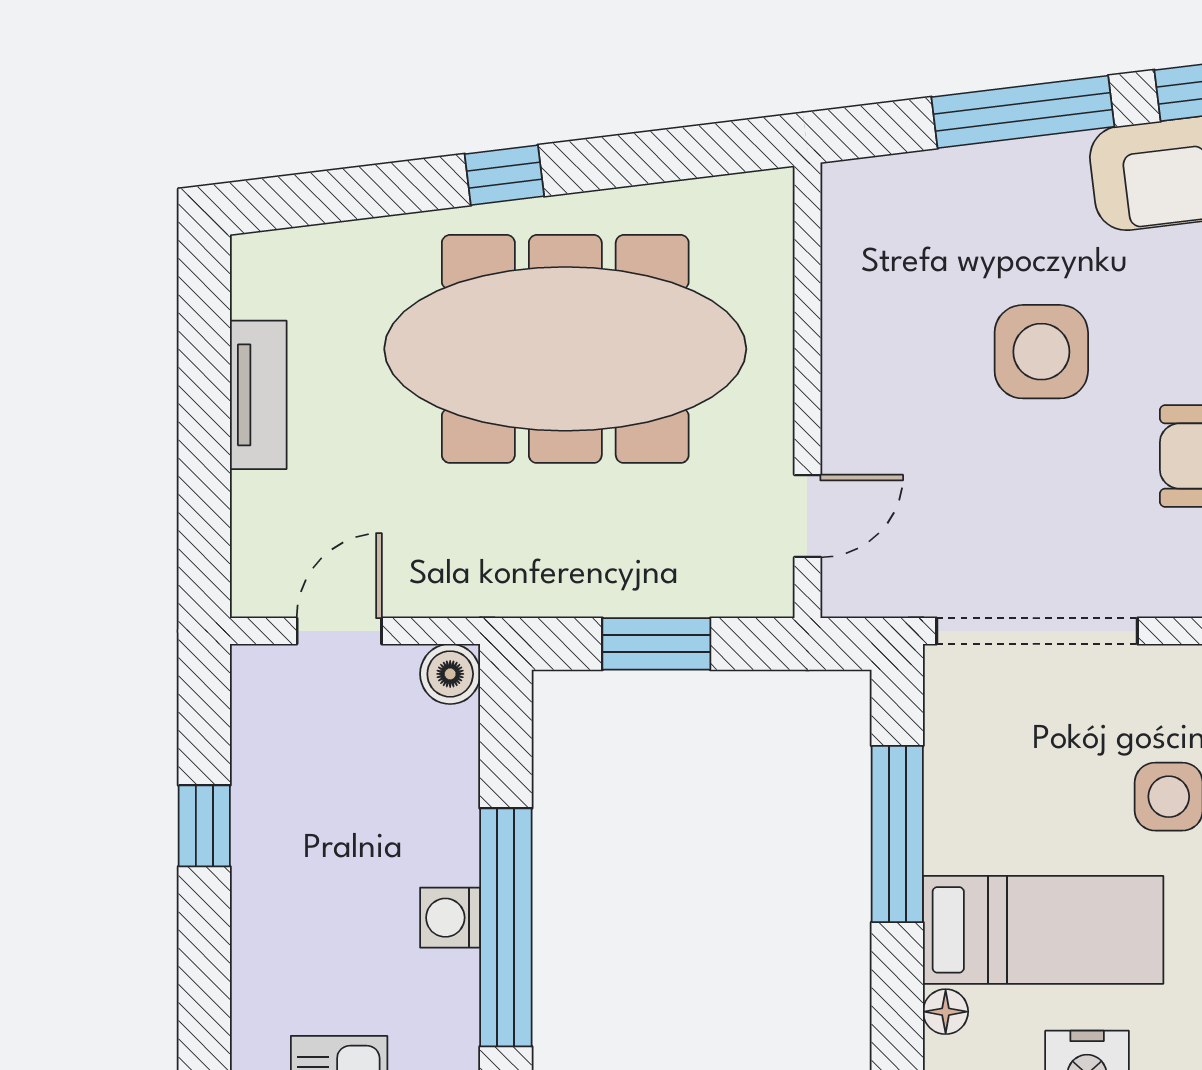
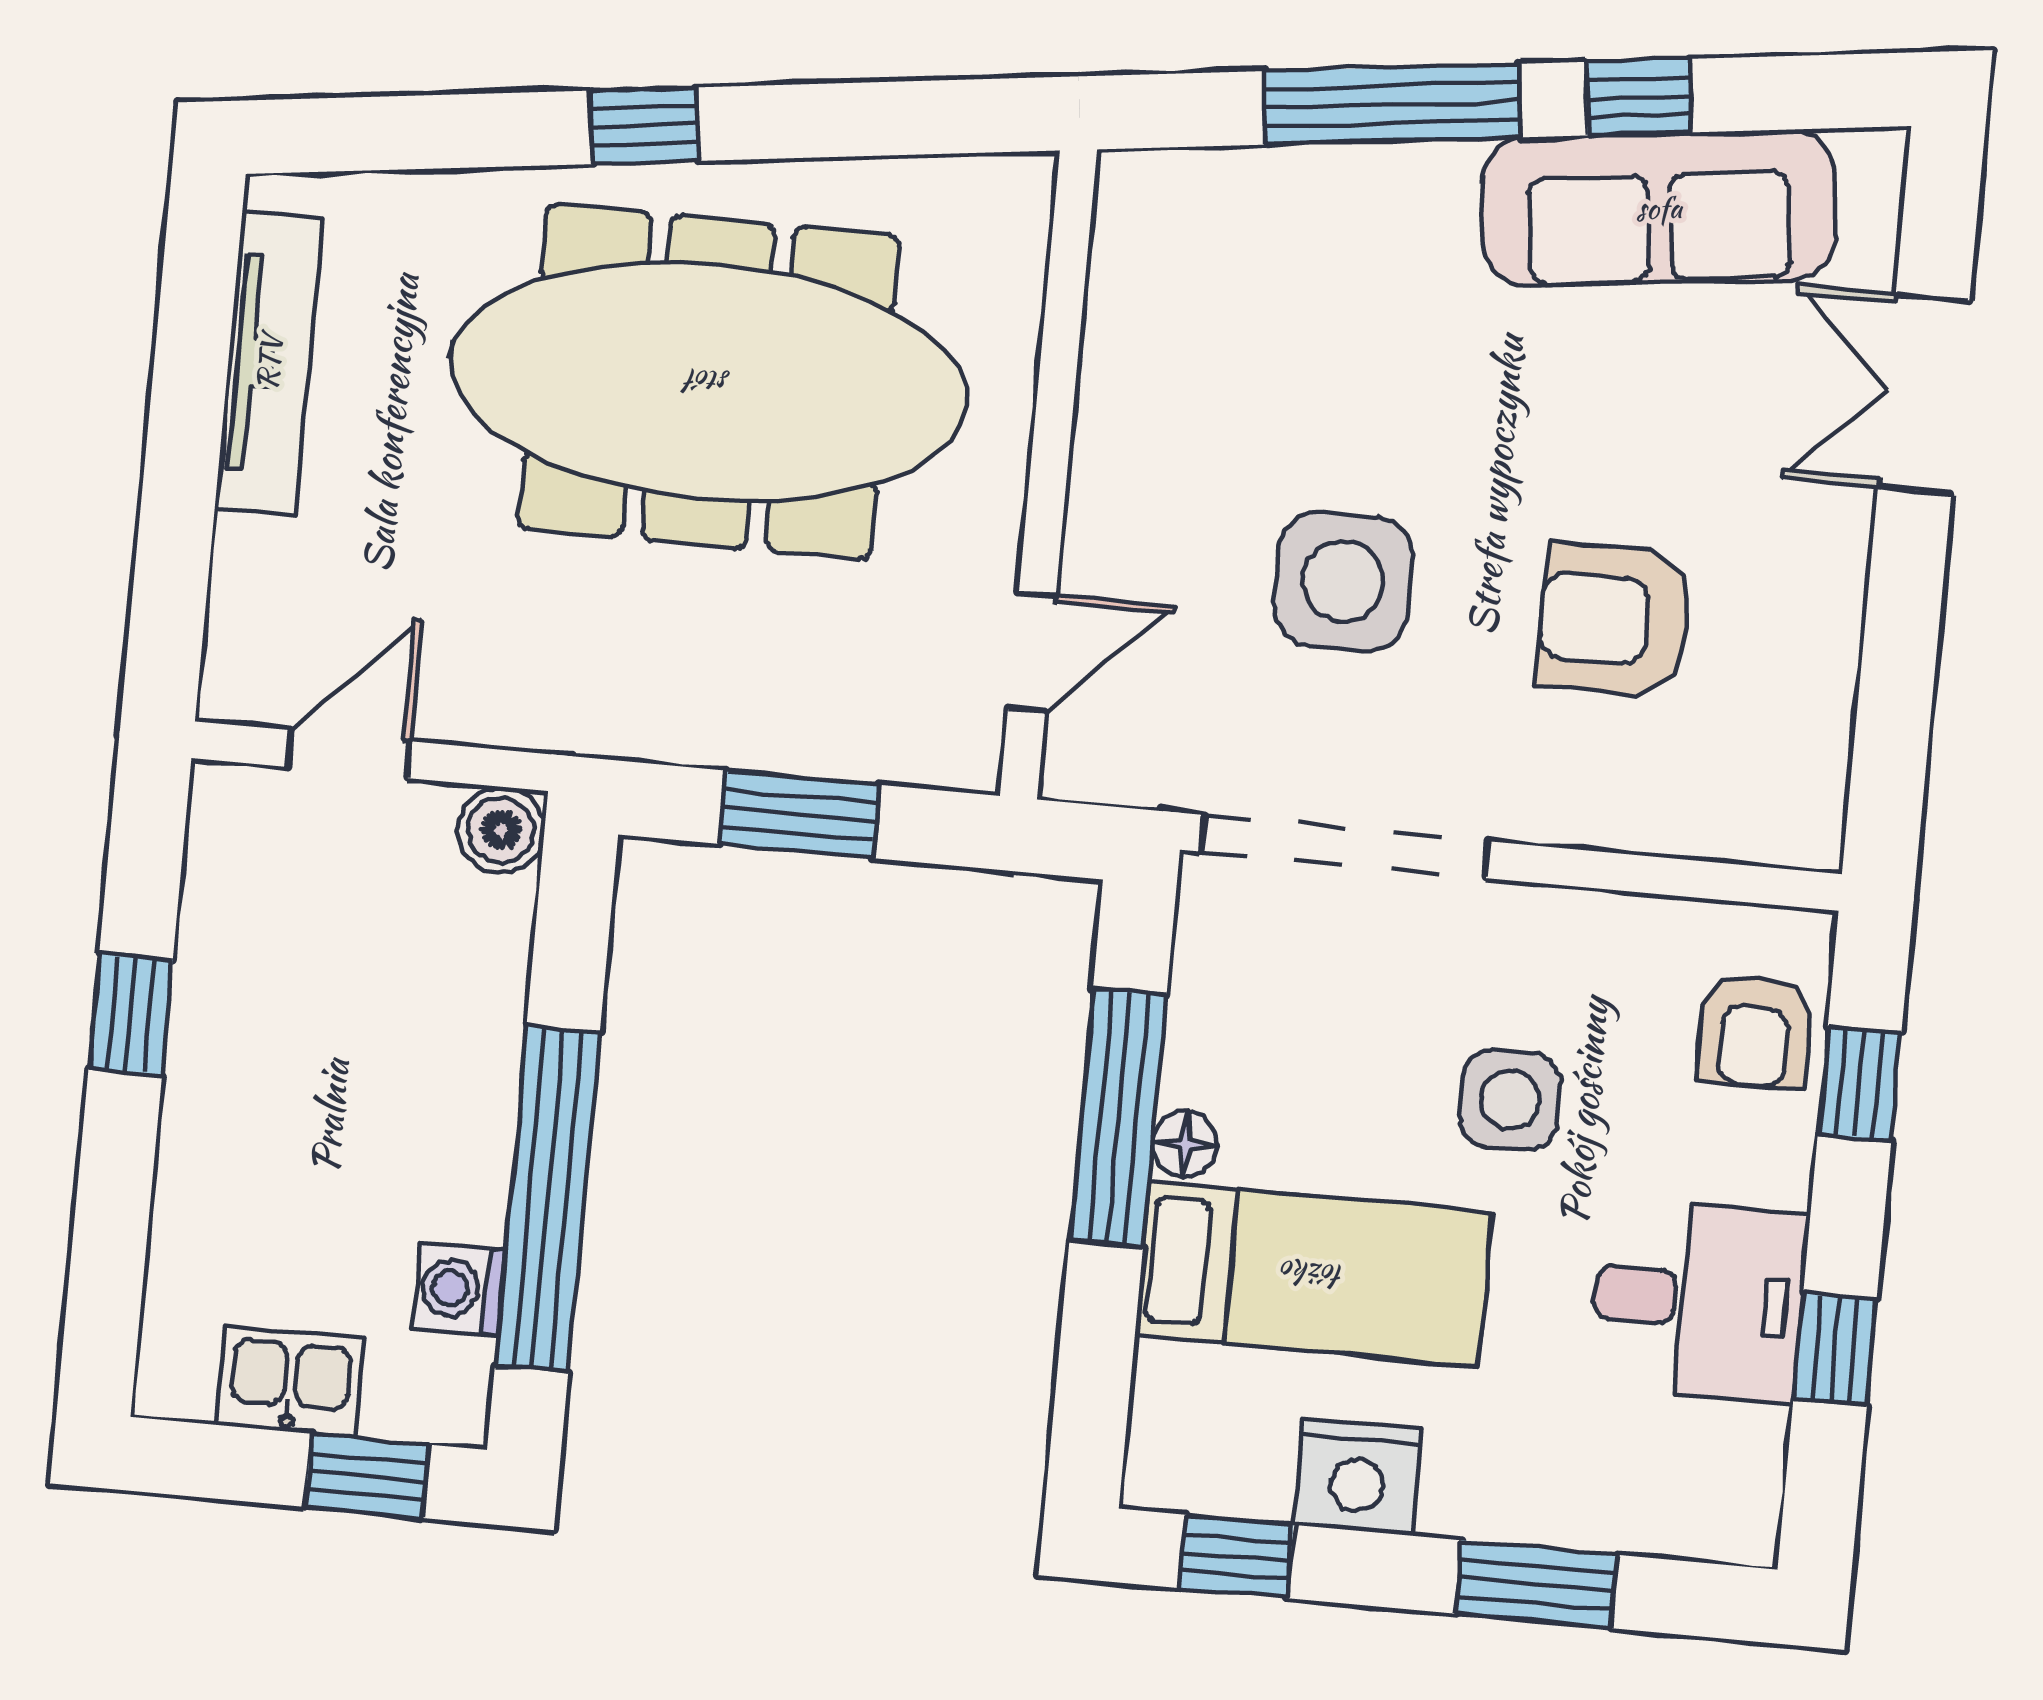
side table: (1041, 352) -> (1343, 581), moved
tv unit: (258, 395) -> (269, 363), width x1.41
washing machine: (450, 918) -> (459, 1289), moved
floor lamp: (946, 1012) -> (1185, 1144), moved

